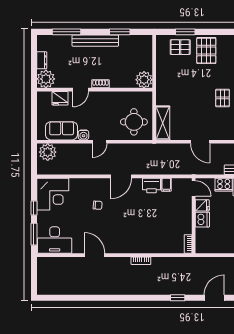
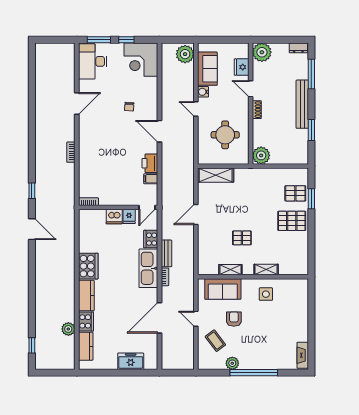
pallet: (180, 47) -> (295, 193), turned 90
dresser: (42, 60) -> (298, 48), moved
round table: (134, 122) -> (225, 135), moved

